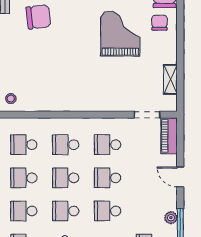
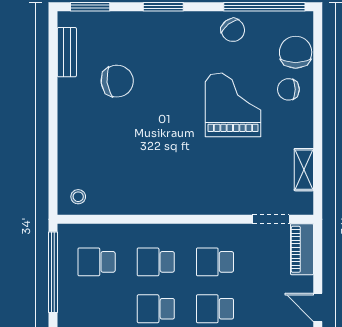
chair: (160, 23) -> (288, 89), turned -90
school desk: (24, 178) -> (97, 309), removed

